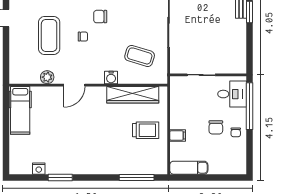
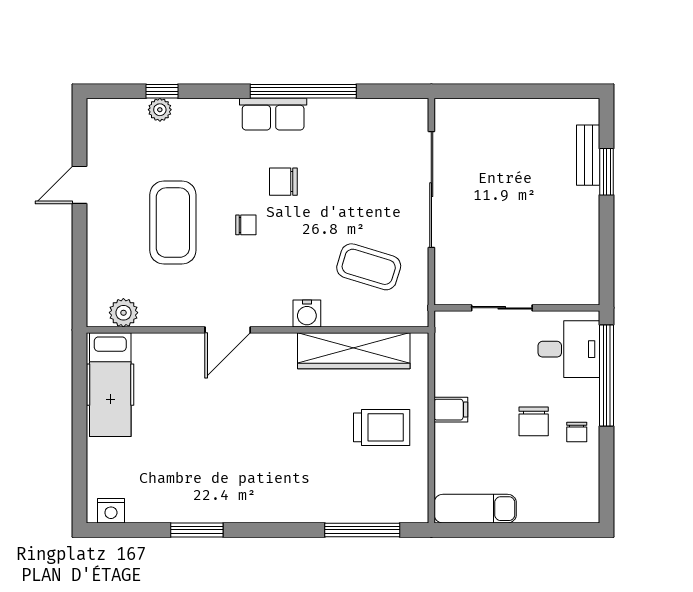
plant: (47, 77) -> (123, 313), moved
filing cabinet: (178, 135) -> (451, 410), moved
nightstand: (39, 169) -> (111, 511), moved

